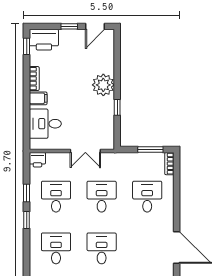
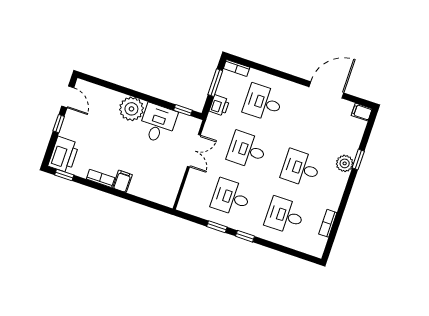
window: (117, 107) -> (183, 110), moved
desk: (45, 124) -> (158, 123), moved, turned 180
printer: (37, 160) -> (219, 105), moved

